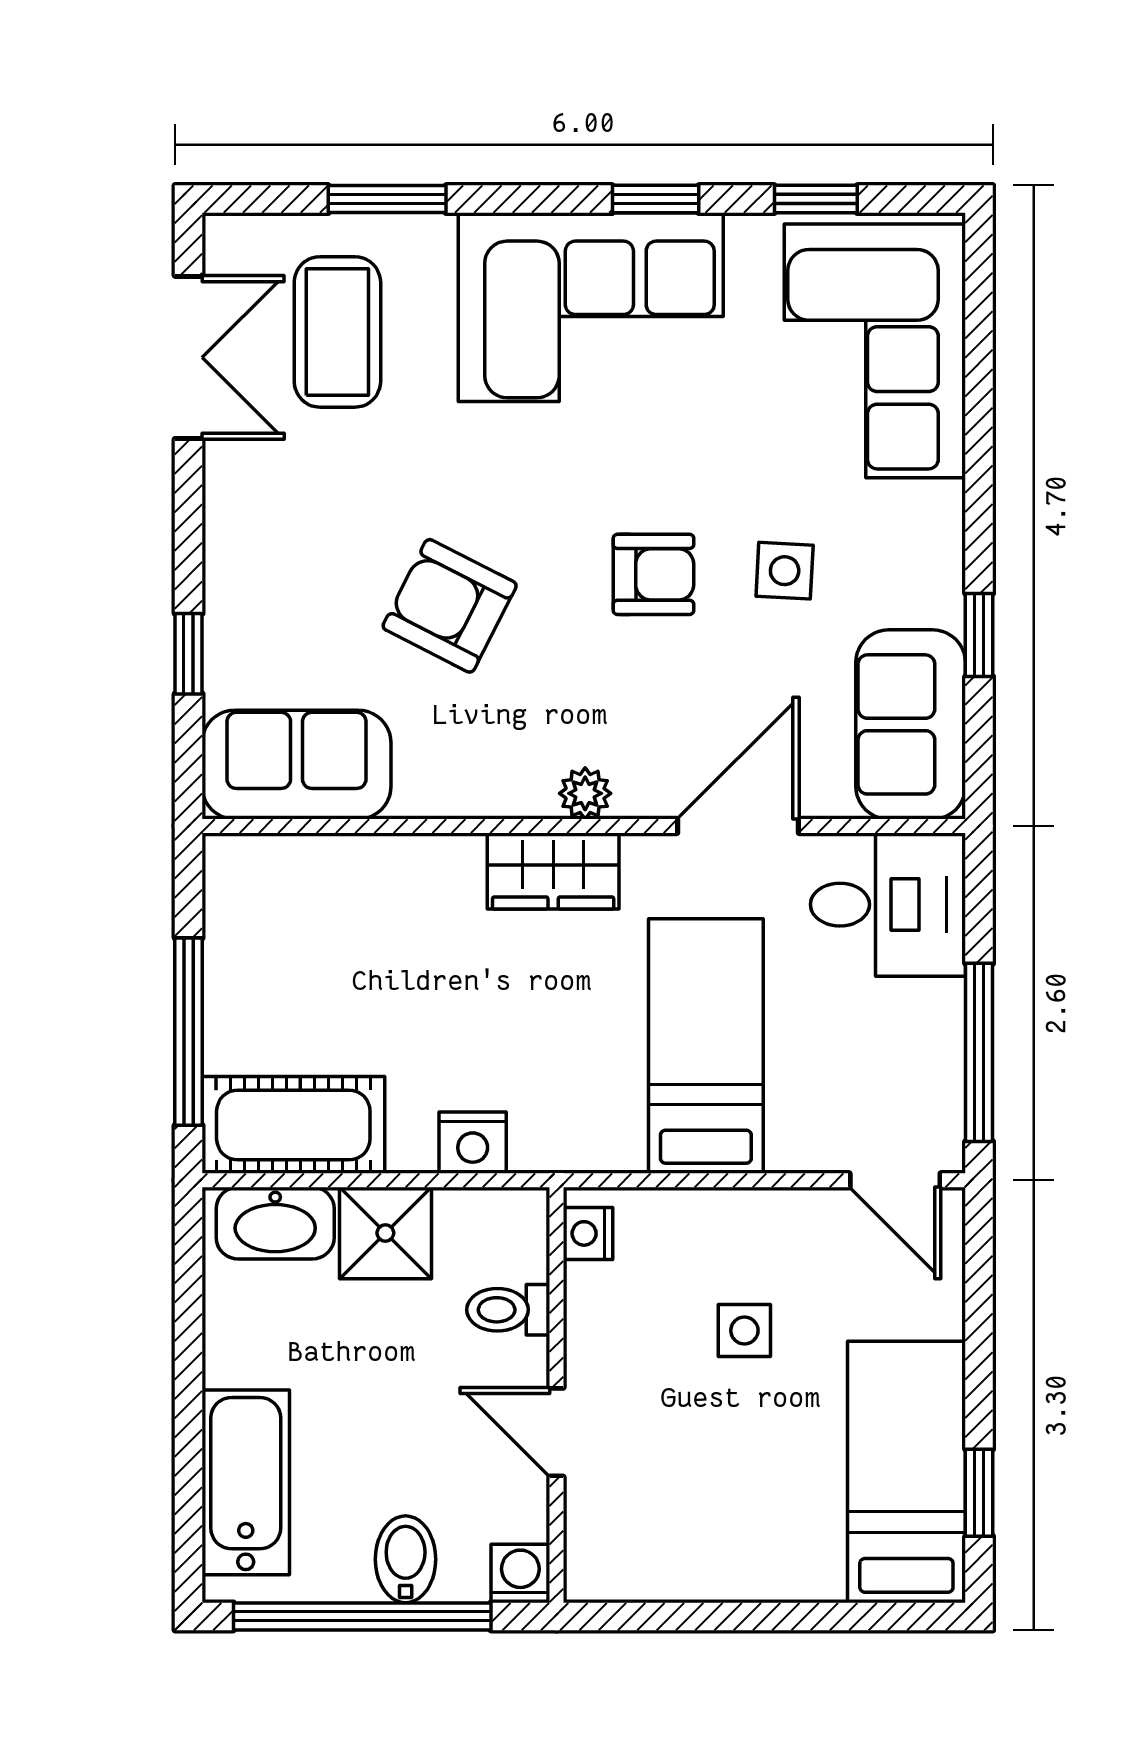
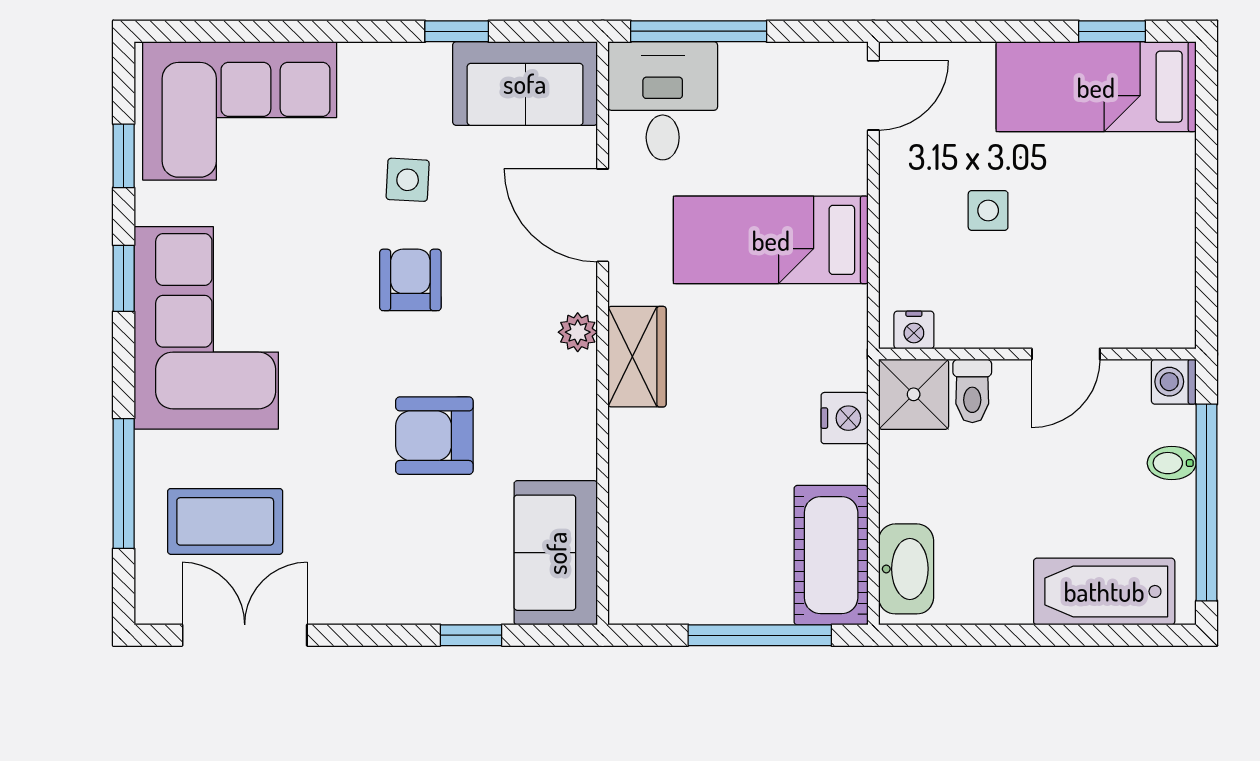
window: (387, 199) -> (124, 483), width x1.44
armchair: (450, 606) -> (434, 436), turned 63
window: (979, 1052) -> (699, 31), moved
shower: (385, 1233) -> (914, 394), moved
bidet: (406, 1559) -> (1172, 463), width x0.72, depth x0.74

